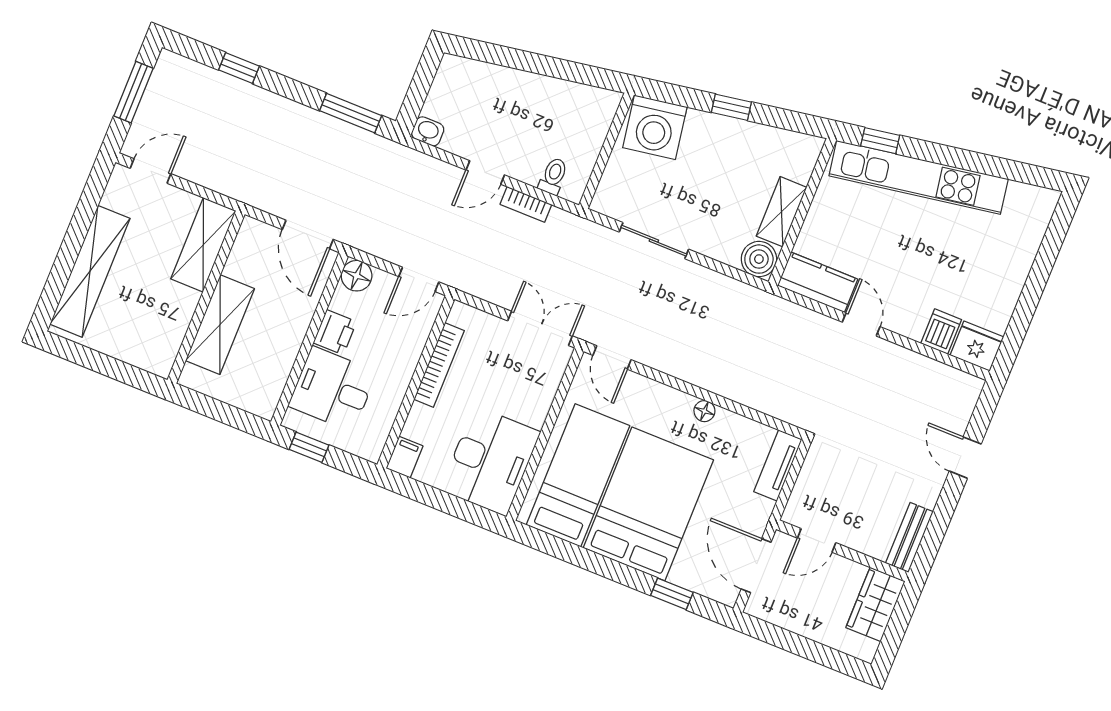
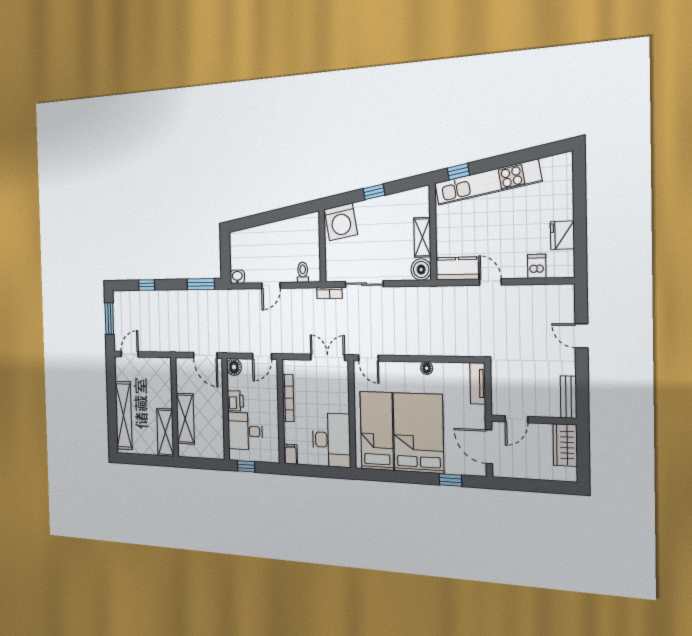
bookcase: (526, 204) -> (329, 293), moved
shelving: (203, 245) -> (165, 432), moved
fridge: (977, 346) -> (562, 235), moved, turned -90

